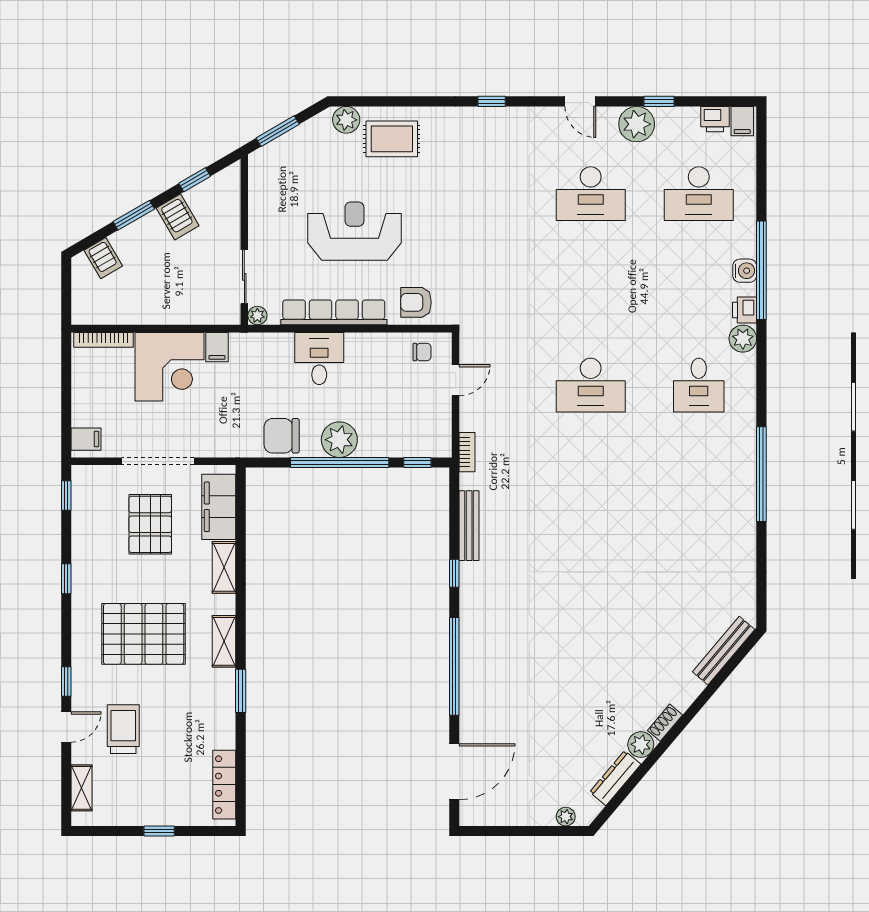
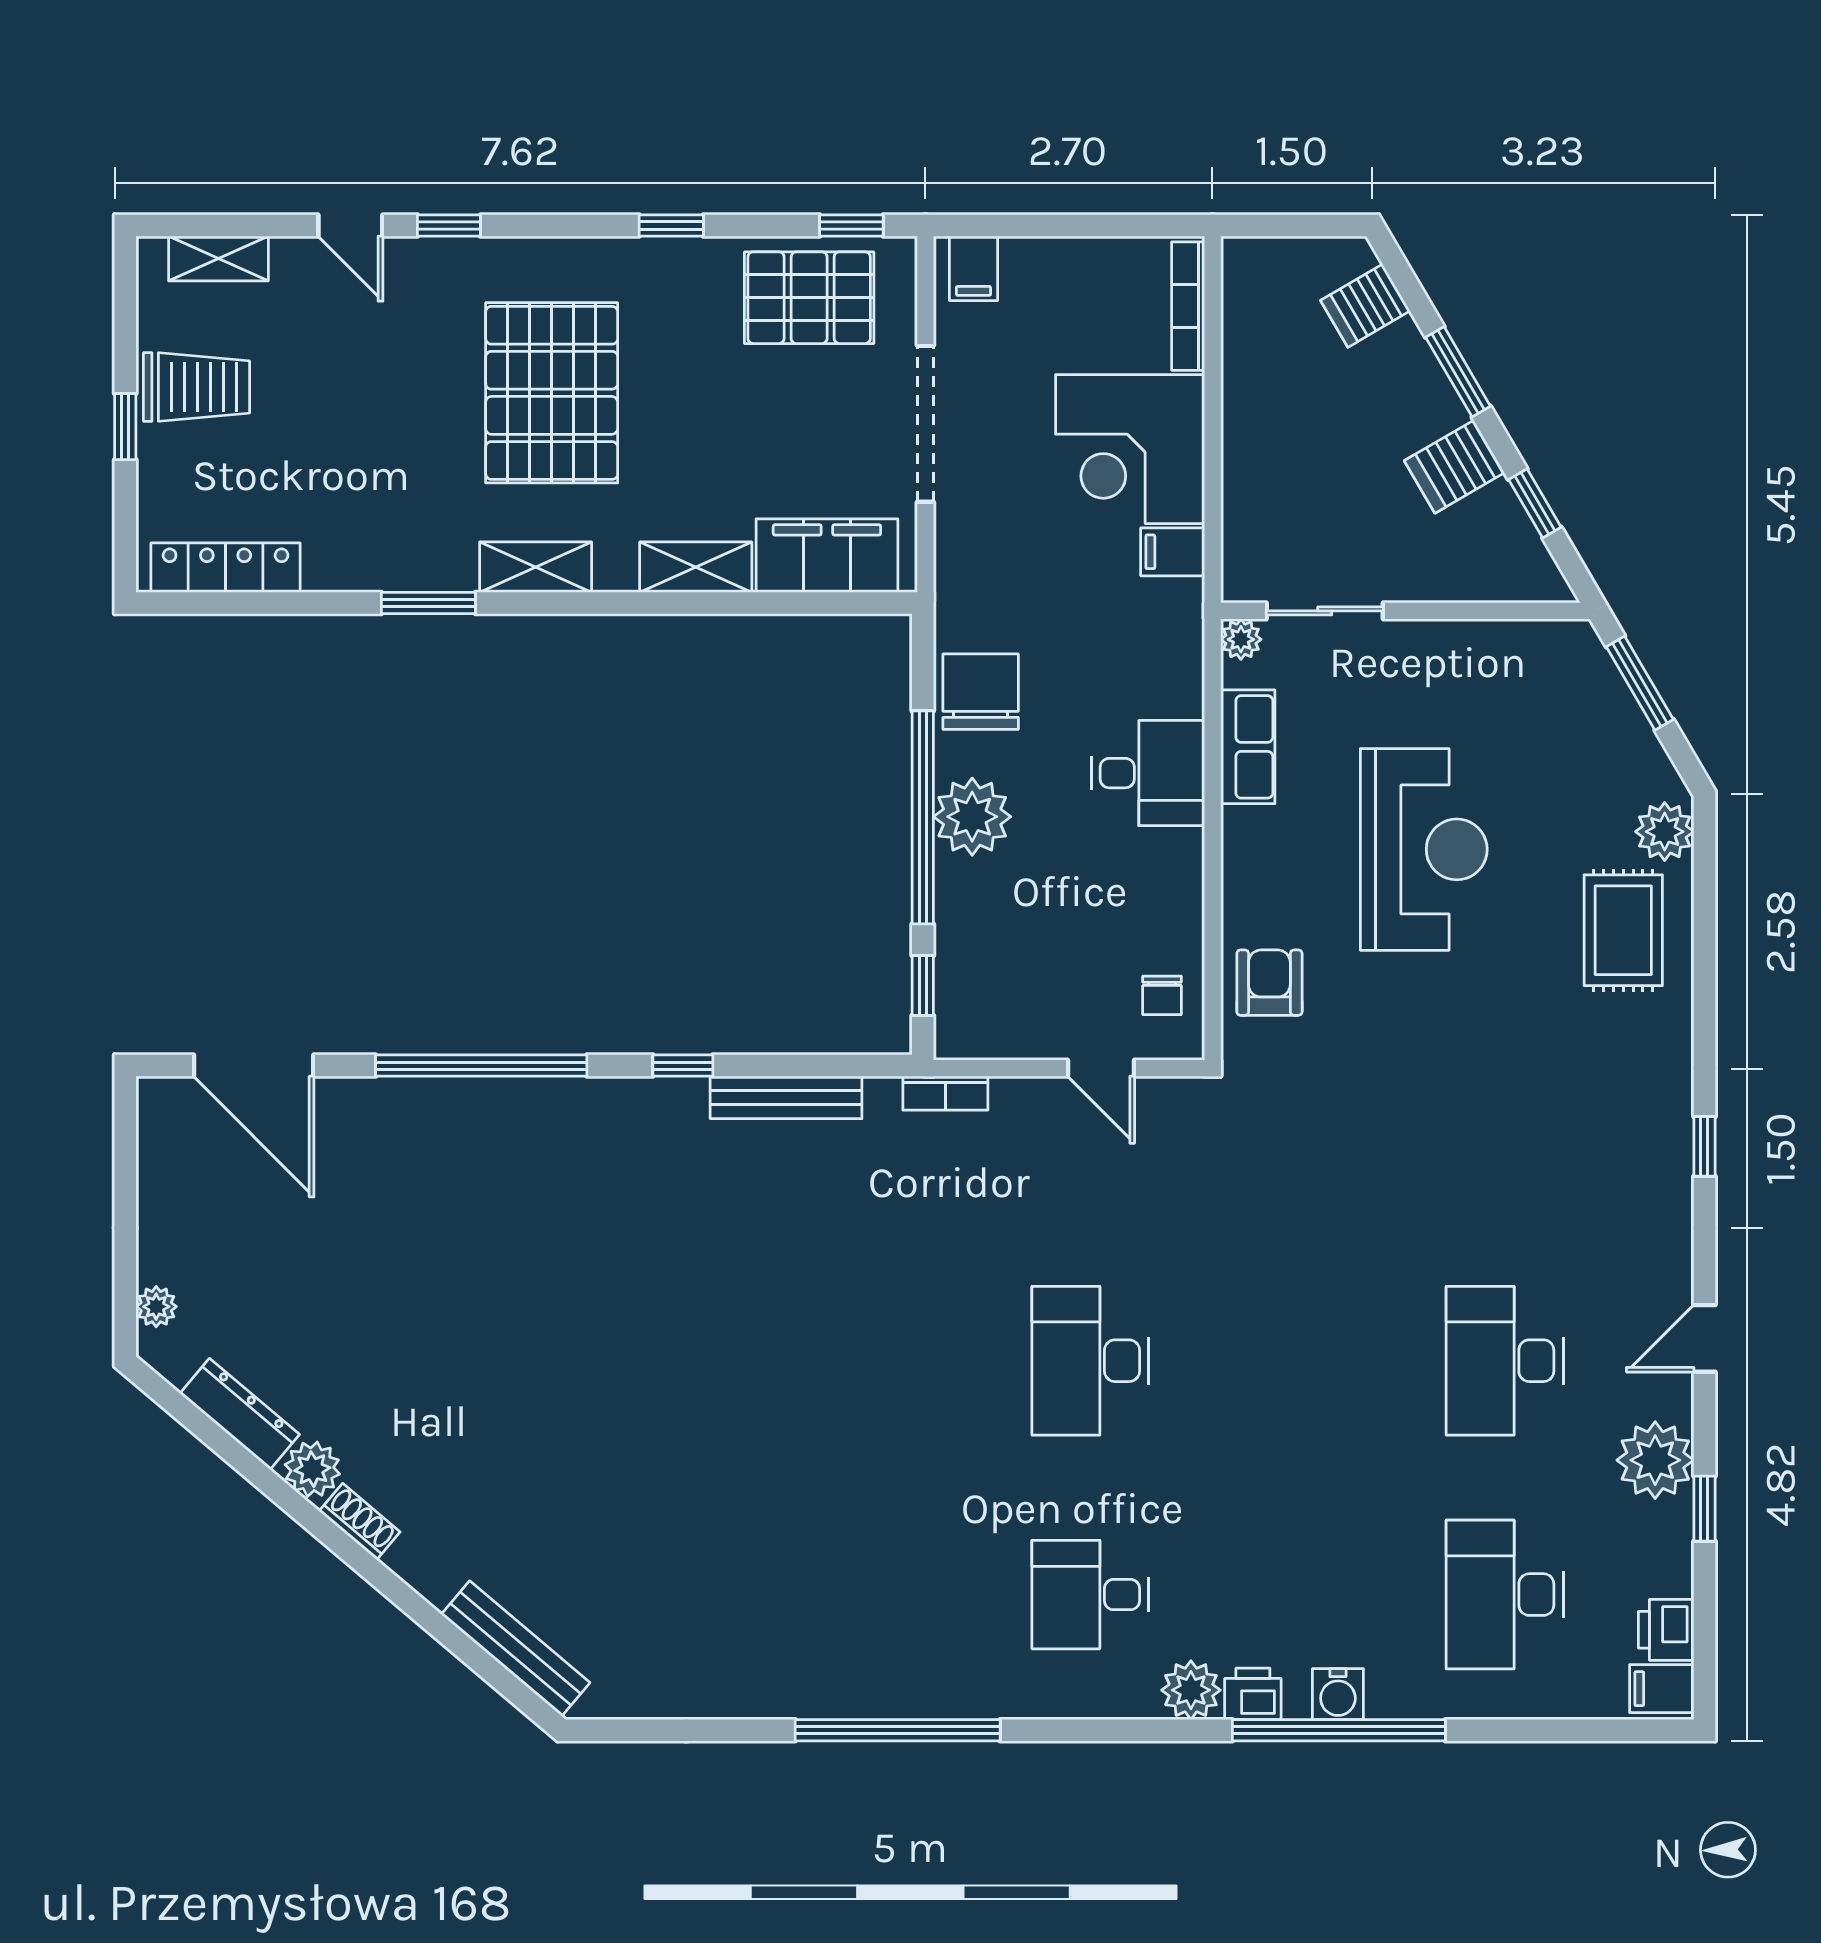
row of seats: (334, 312) -> (1248, 747), width x0.50
pallet: (150, 524) -> (809, 298), moved
trolley: (123, 729) -> (197, 387), moved

